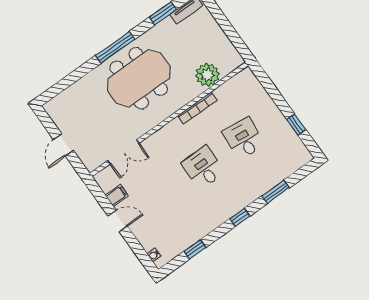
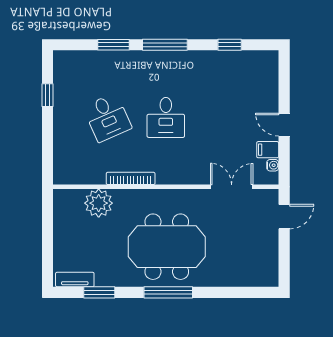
desk: (244, 139) -> (107, 117), turned -30
door: (64, 145) -> (284, 217), moved
window: (240, 217) -> (165, 45), width x2.17
water cooler: (154, 255) -> (273, 165), moved

